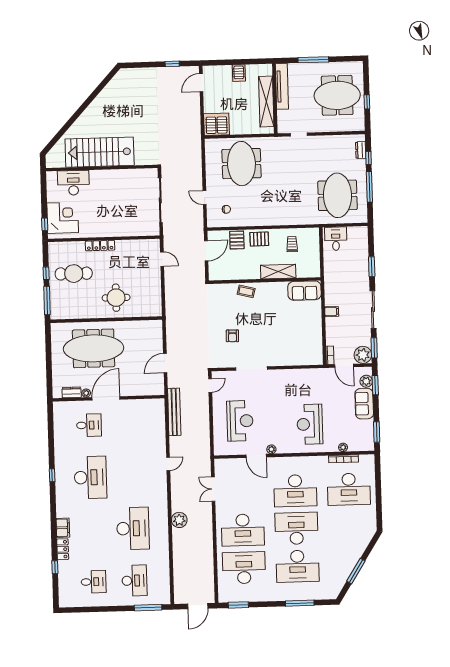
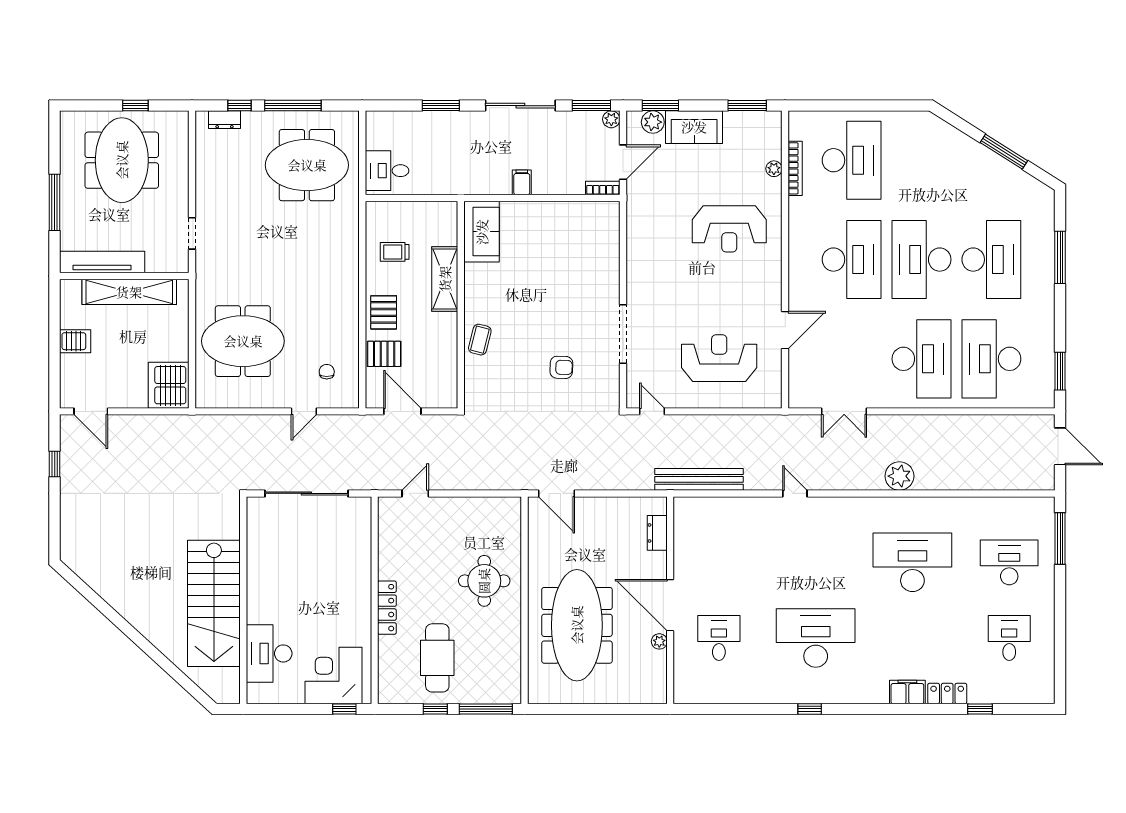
plant: (363, 355) -> (611, 119), width x0.53, depth x0.53
door: (165, 363) -> (556, 493), moved
dresser: (72, 392) -> (657, 533), moved
plant: (271, 449) -> (774, 301), removed

